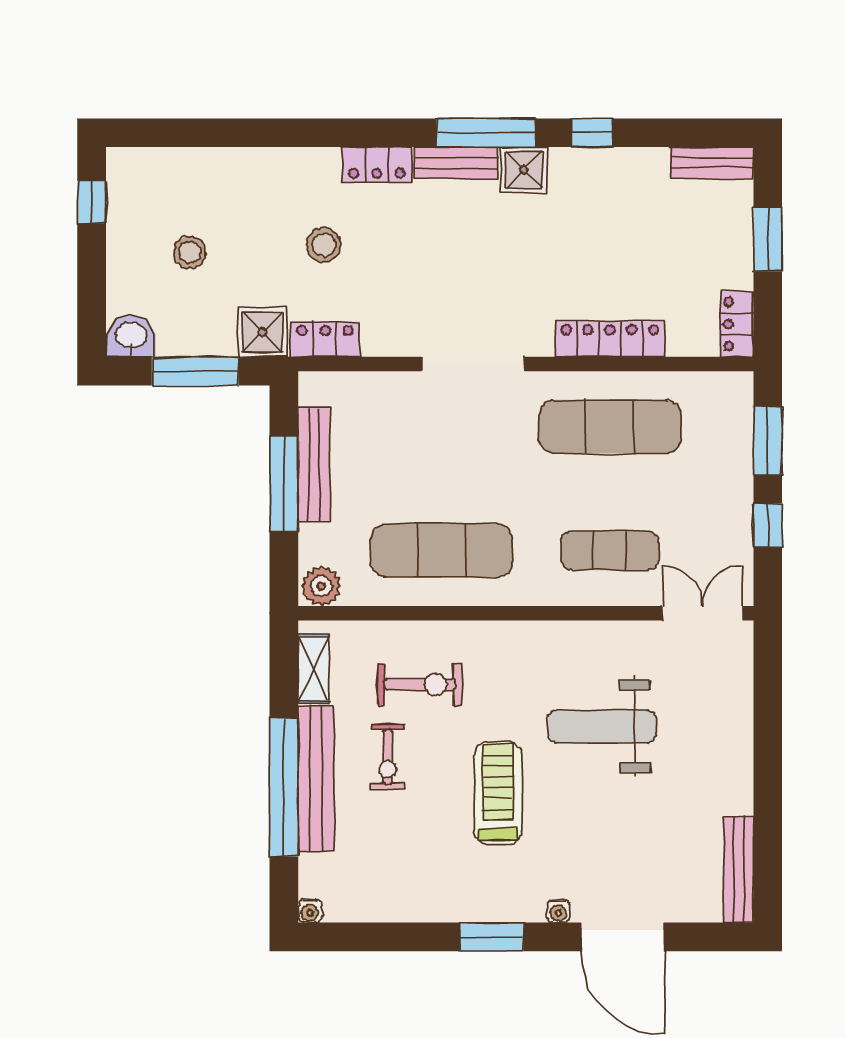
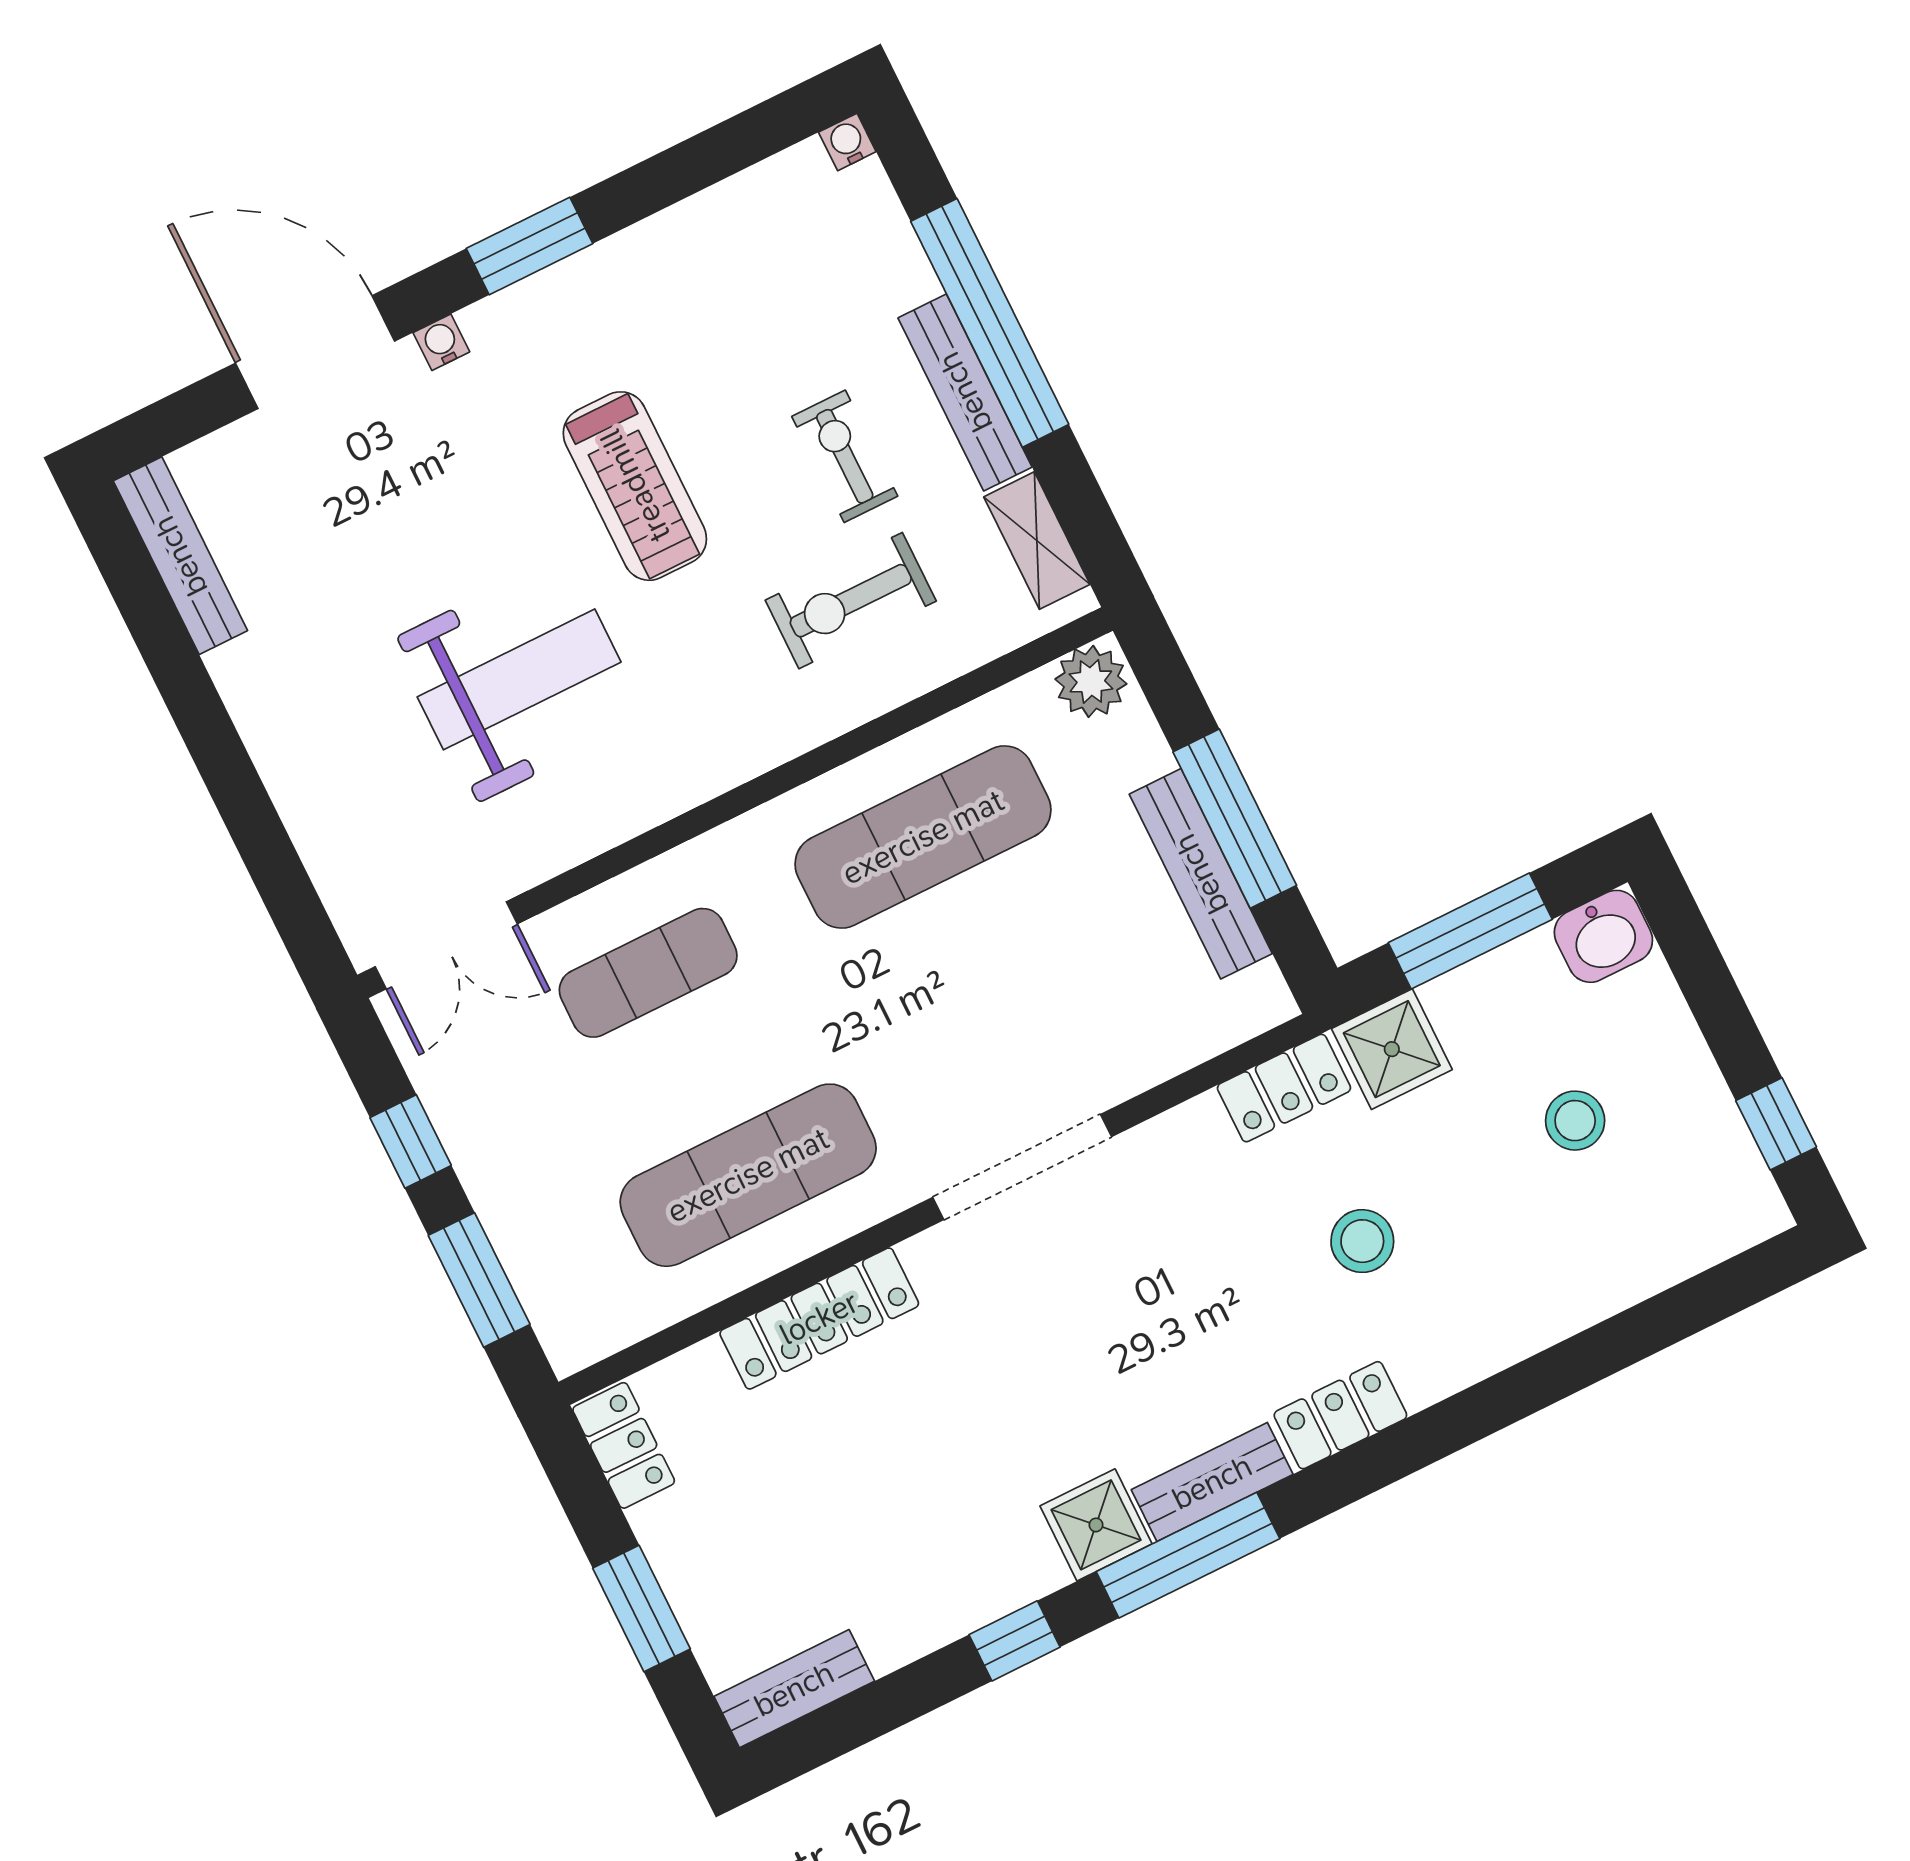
bench: (316, 778) -> (965, 392), width x0.73, depth x0.82

